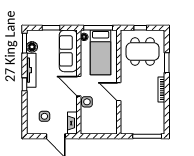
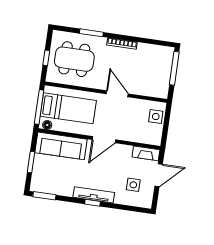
floor lamp: (32, 47) -> (50, 188), removed
dining table: (143, 52) -> (74, 59), turned 90
tv unit: (31, 70) -> (94, 195), moved
door: (119, 92) -> (117, 94), swing flipped
side table: (87, 102) -> (156, 117), moved

